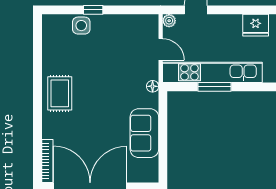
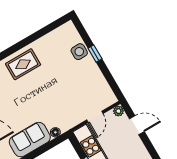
floor lamp: (153, 86) -> (55, 132), moved

